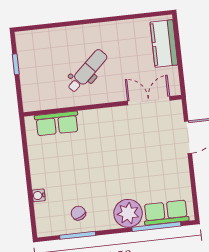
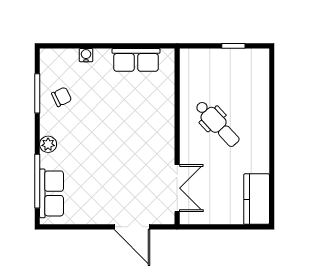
kitchen counter: (164, 44) -> (257, 199), moved, turned -90
row of seats: (57, 123) -> (136, 60), moved, turned -90
plant: (128, 213) -> (48, 144), width x0.53, depth x0.53

